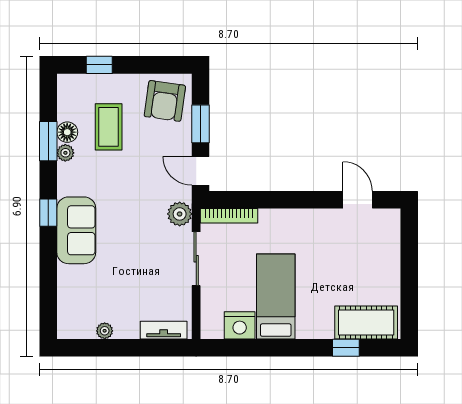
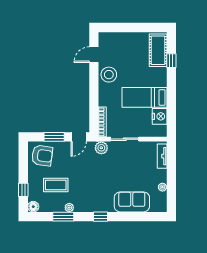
floor lamp: (67, 132) -> (33, 207), moved
stool: (319, 228) -> (109, 75), added
sofa: (76, 230) -> (132, 202), moved

